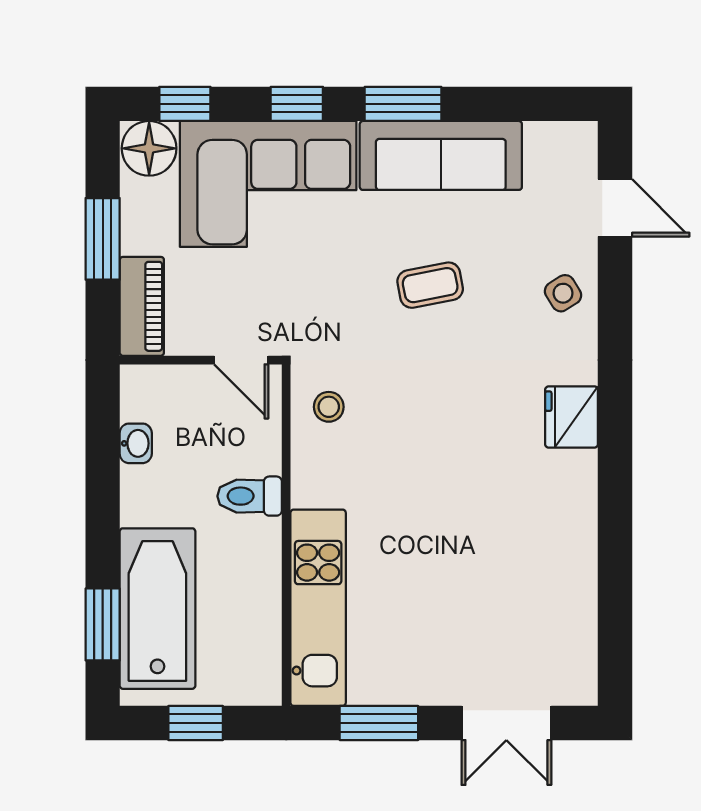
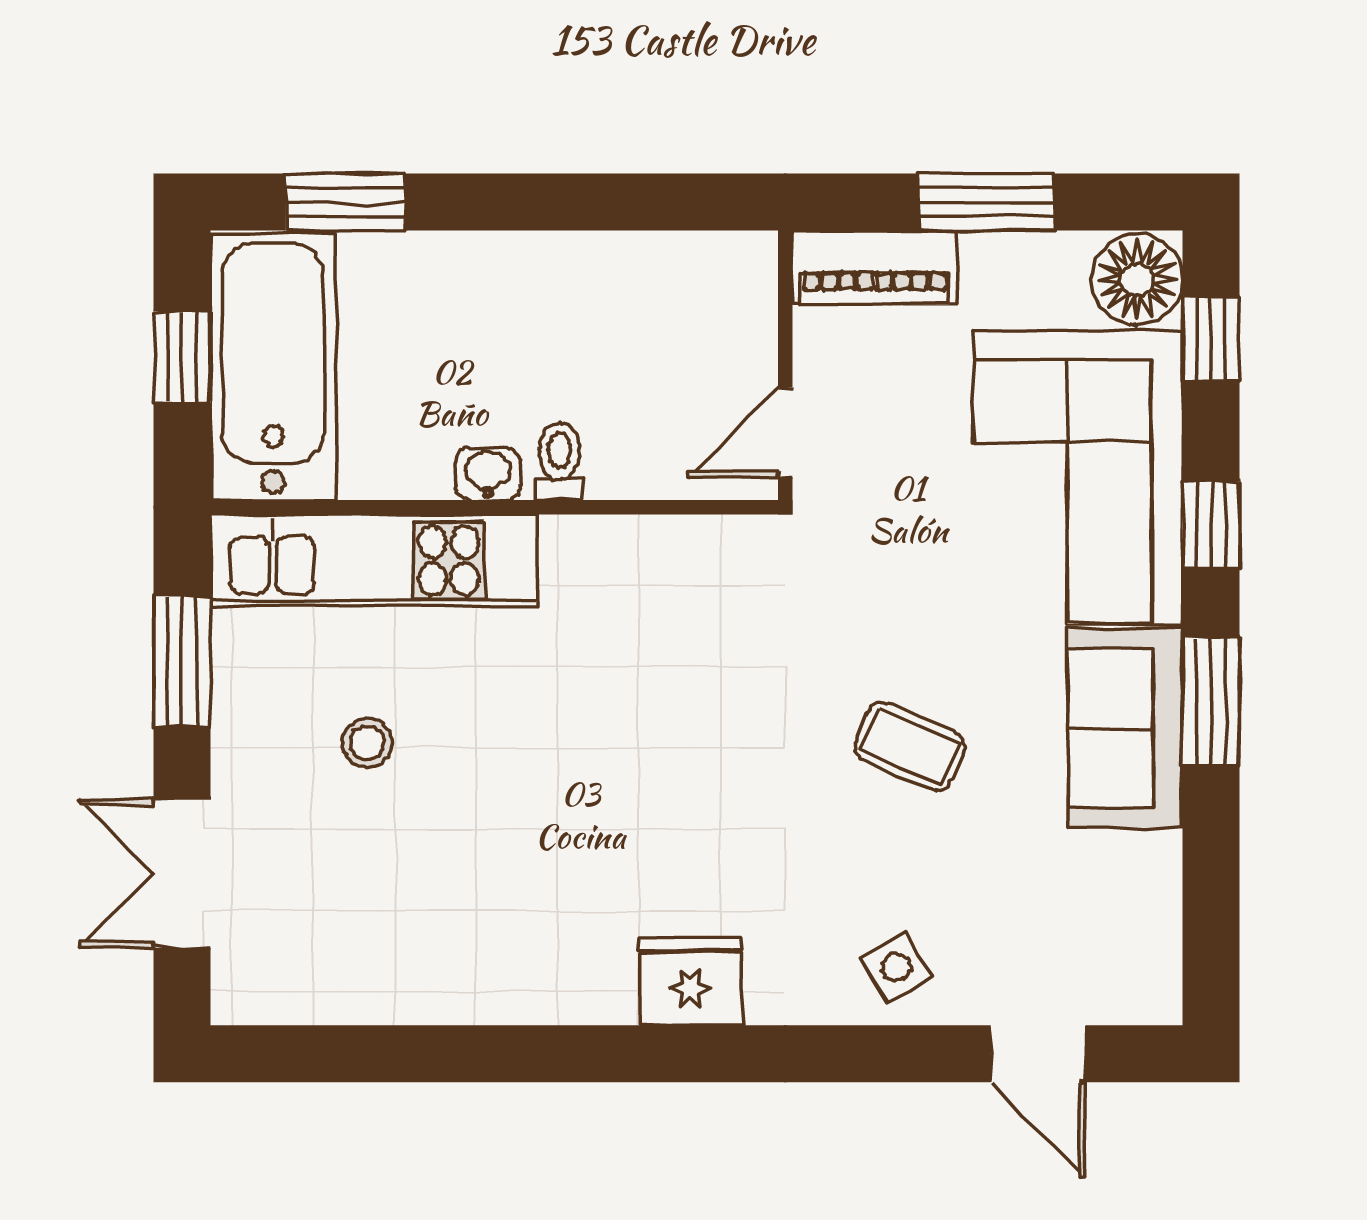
sofa: (441, 155) -> (1125, 729), width x0.73
door: (615, 208) -> (1038, 1054), hinge flipped
coffee table: (430, 285) -> (910, 747), turned -55
stool: (329, 407) -> (367, 743), moved
washbasin: (136, 443) -> (488, 474), moved, turned 180
toilet: (250, 496) -> (559, 461), width x0.73, depth x0.72
bathtub: (157, 609) -> (273, 367), moved, turned -90

